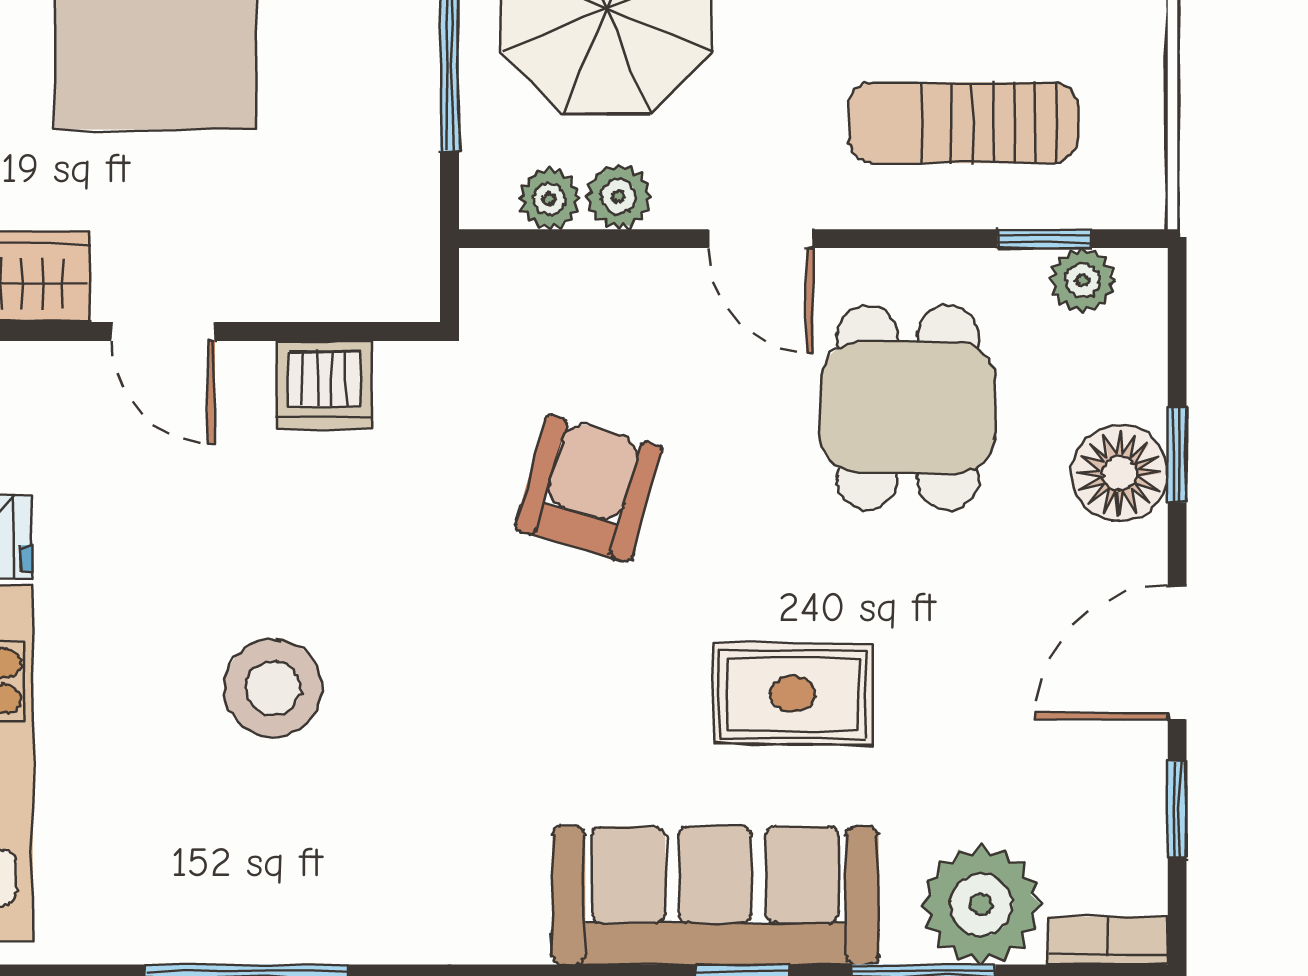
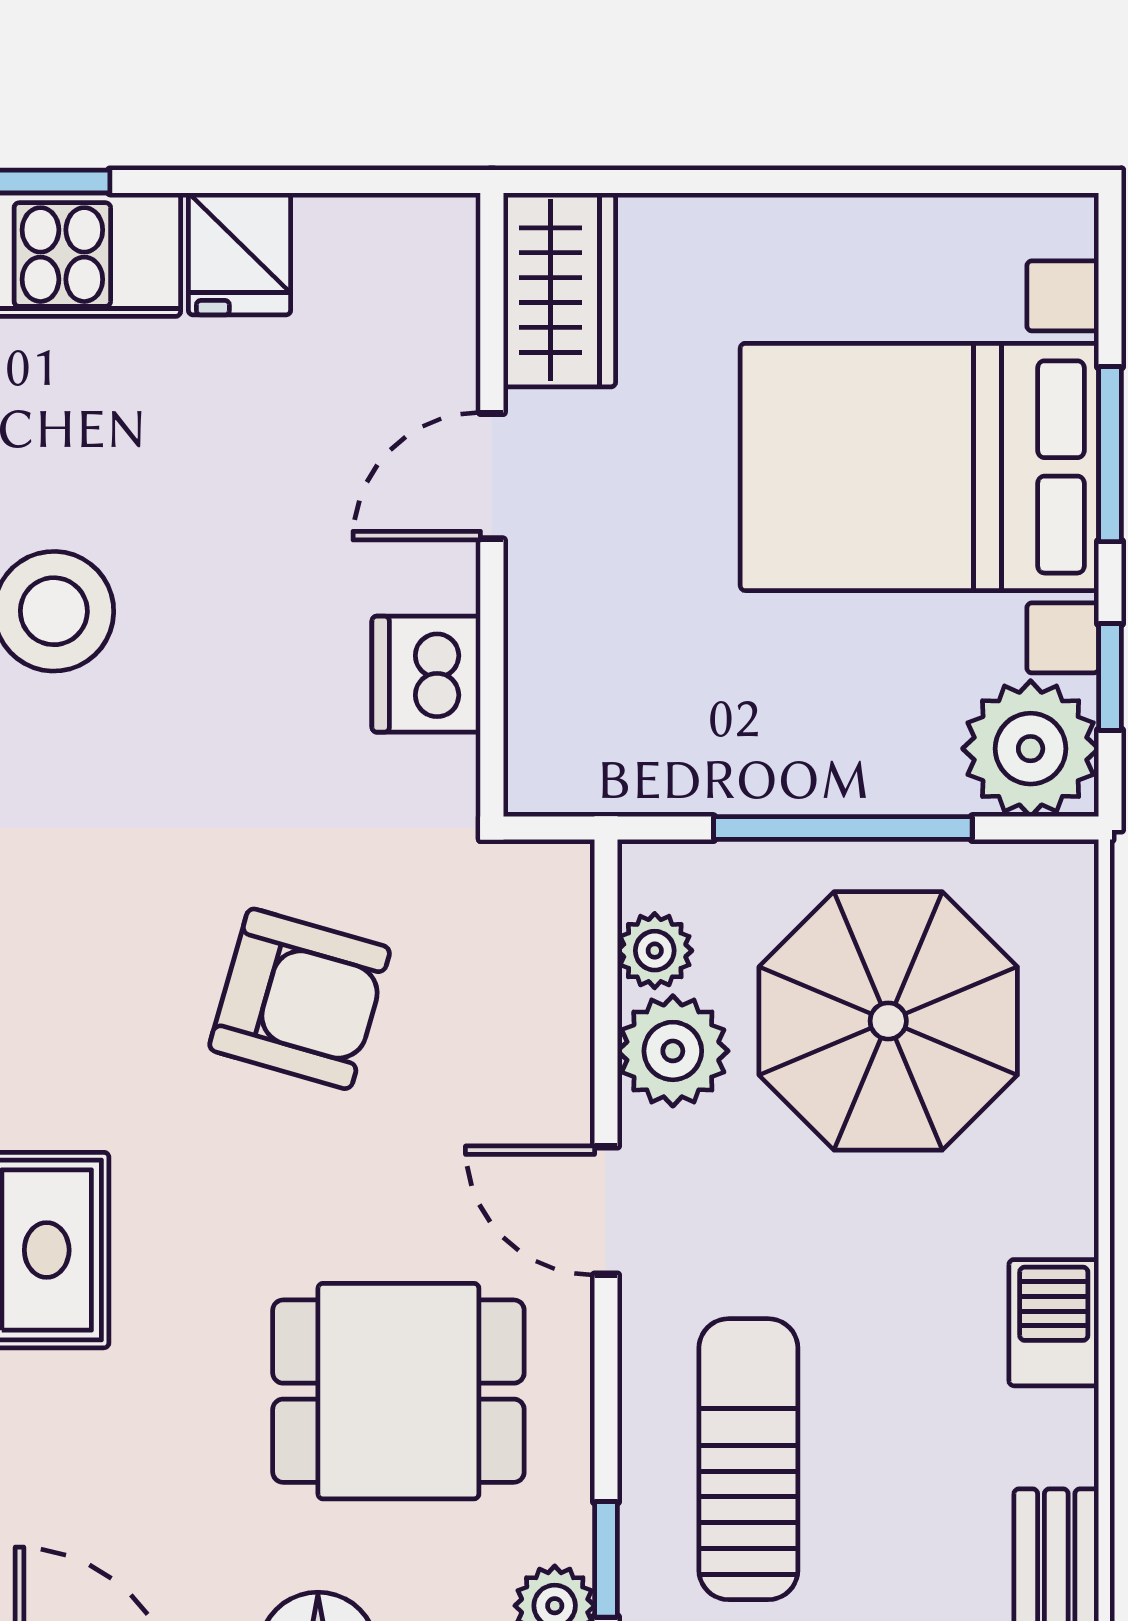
plant: (619, 197) -> (673, 1051), width x1.38, depth x1.38
door: (761, 239) -> (606, 1211), hinge flipped

